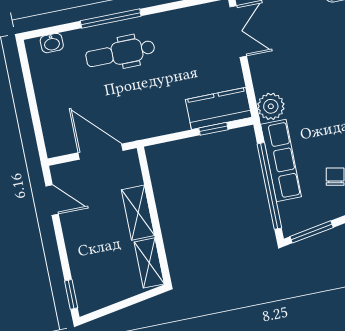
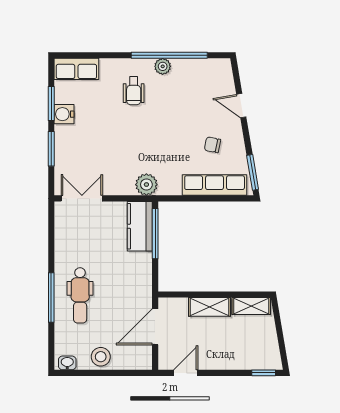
washbasin: (52, 43) -> (67, 363), moved, turned -90
stool: (51, 93) -> (101, 357), added
window: (213, 129) -> (155, 234), width x2.17
row of seats: (281, 161) -> (215, 185), moved
window: (269, 186) -> (209, 198), removed

